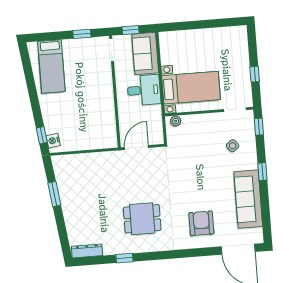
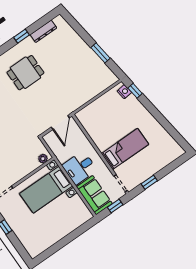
bed: (51, 66) -> (125, 149), moved, turned 90
dresser: (87, 251) -> (43, 31), moved

